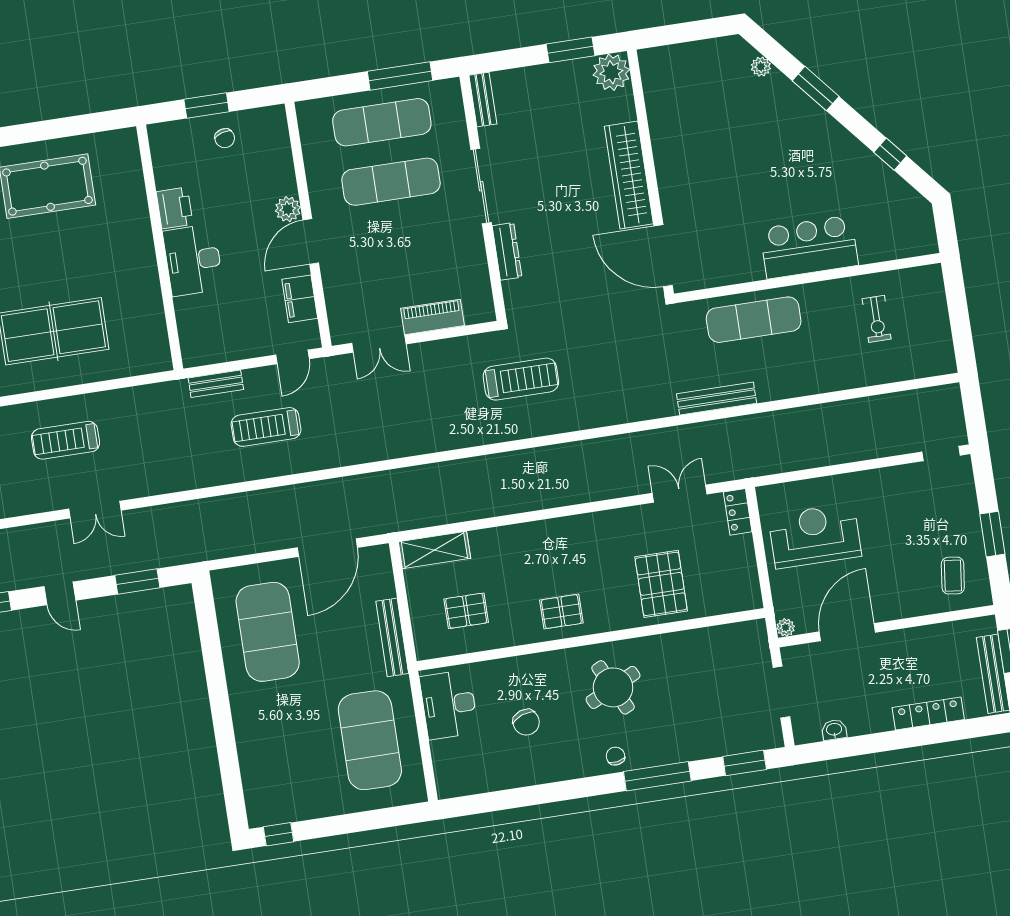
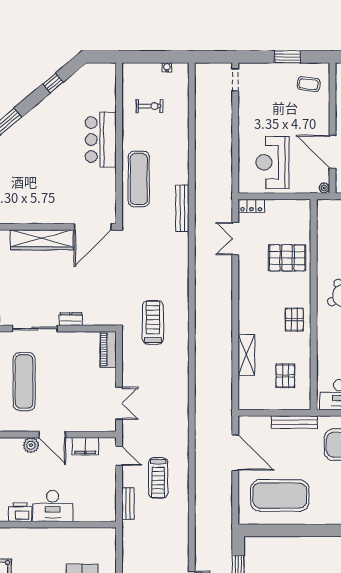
dresser: (507, 251) -> (71, 319), width x0.70
piano: (432, 317) -> (108, 349), moved
water cooler: (945, 338) -> (167, 67), added
shelving: (434, 550) -> (246, 355), moved

